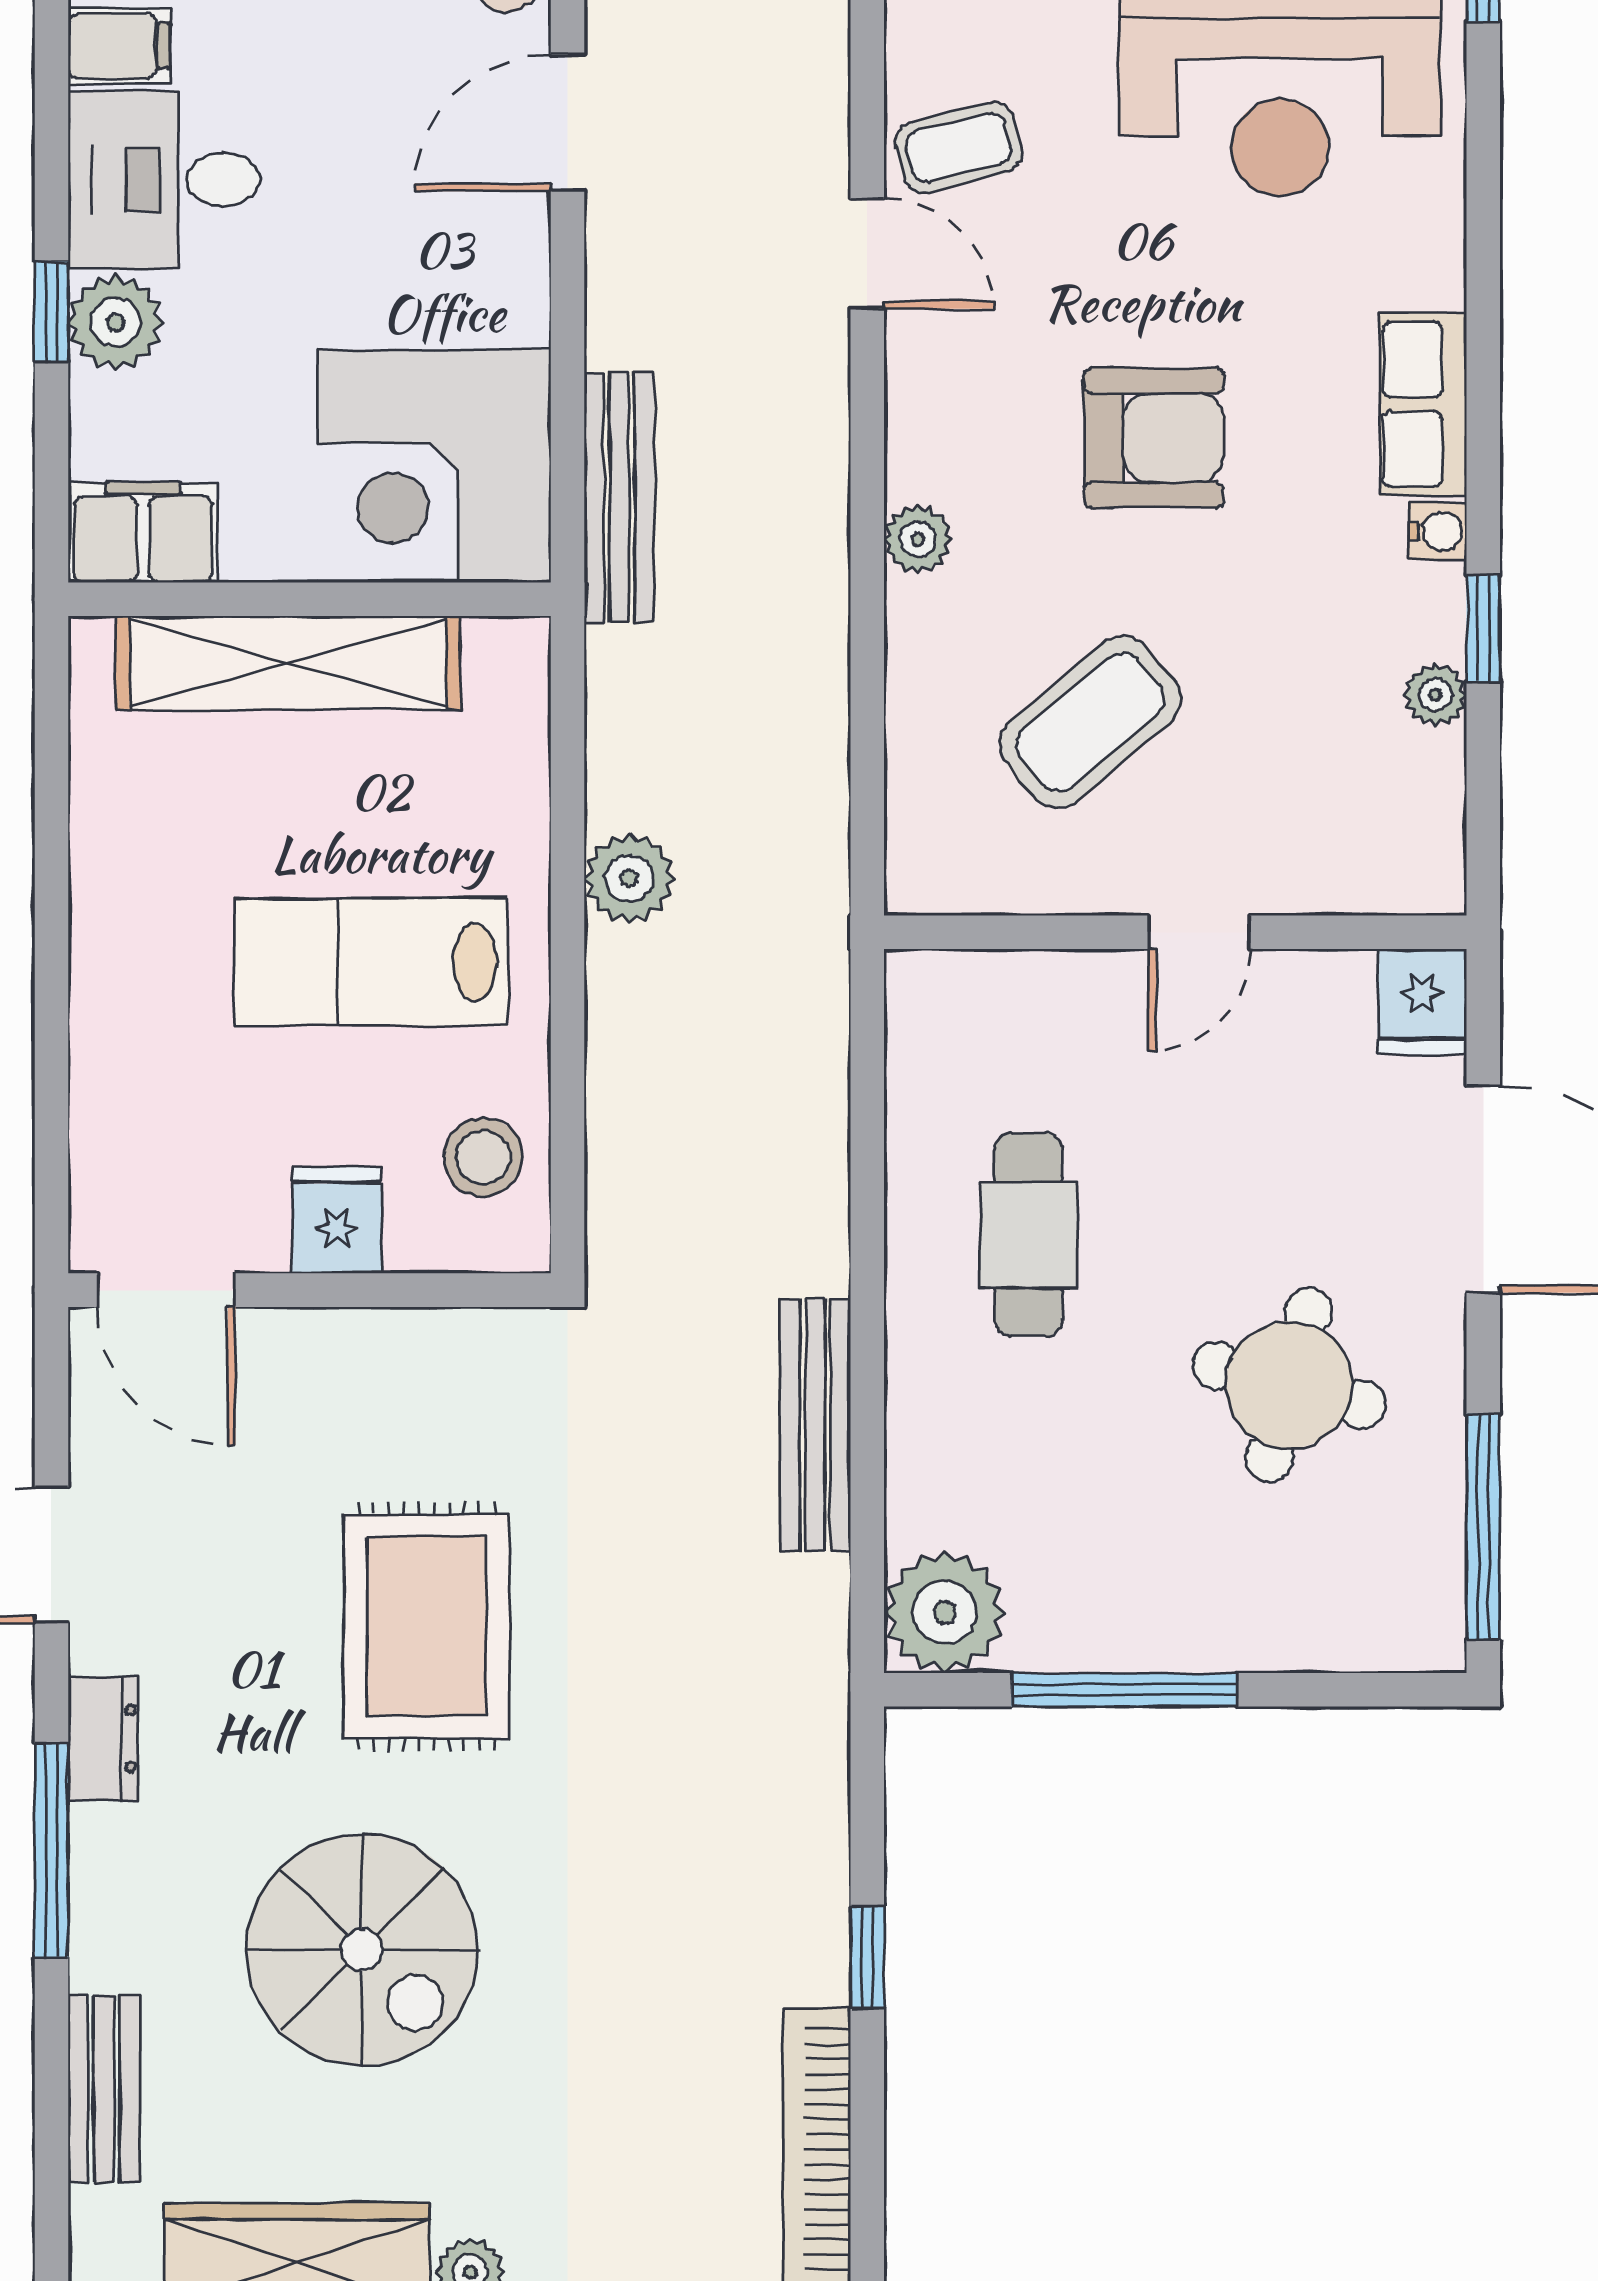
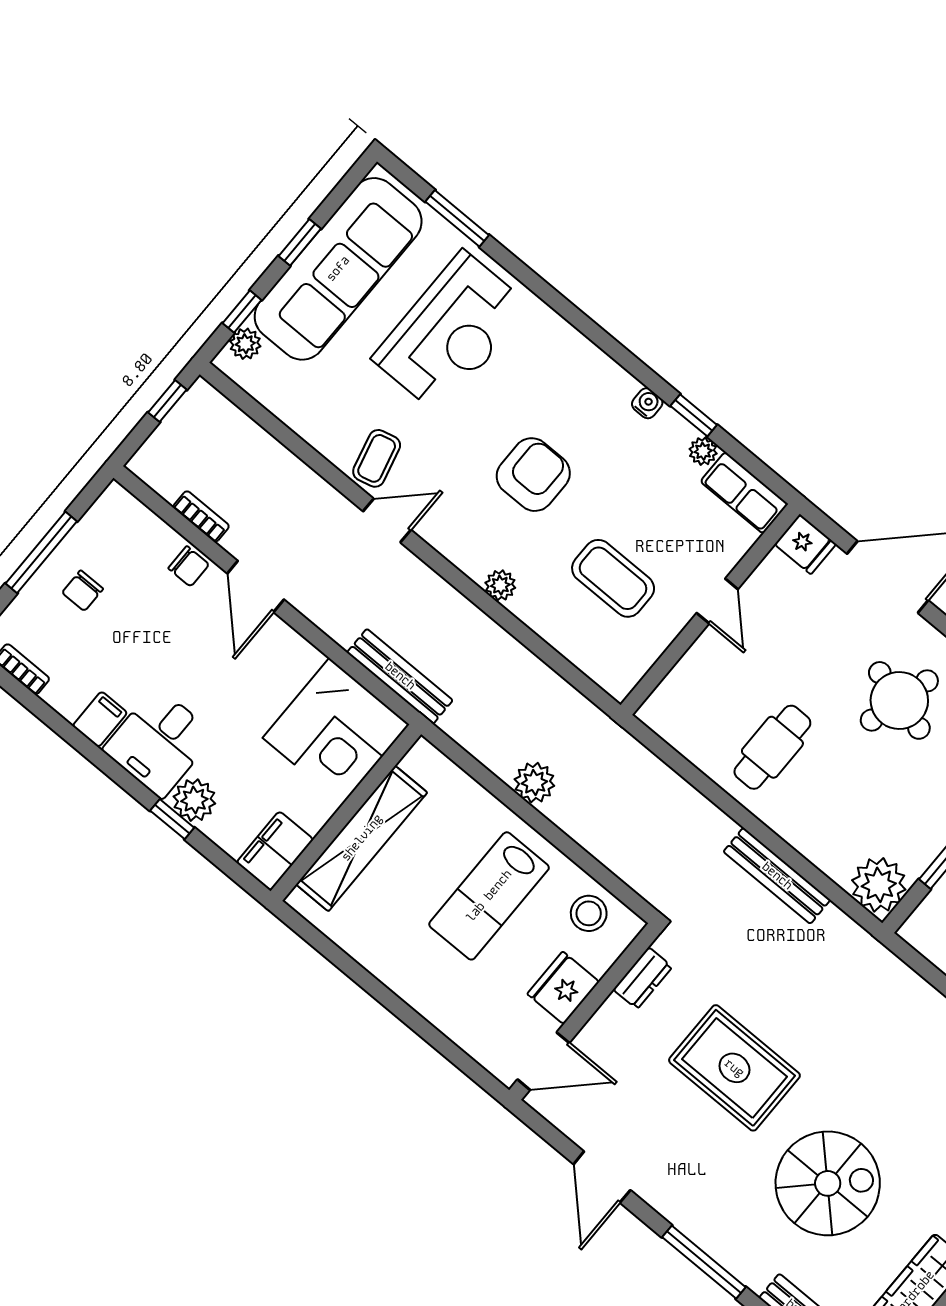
row of seats: (1423, 404) -> (744, 493), moved
coffee table: (1090, 722) -> (613, 578), turned -50
fridge: (337, 1220) -> (563, 988), width x1.38
cafe table: (1028, 1235) -> (772, 747), turned 90
dresser: (103, 1738) -> (643, 978), moved, turned 90

